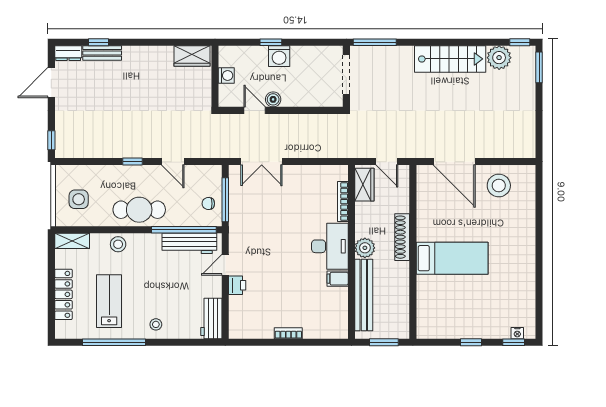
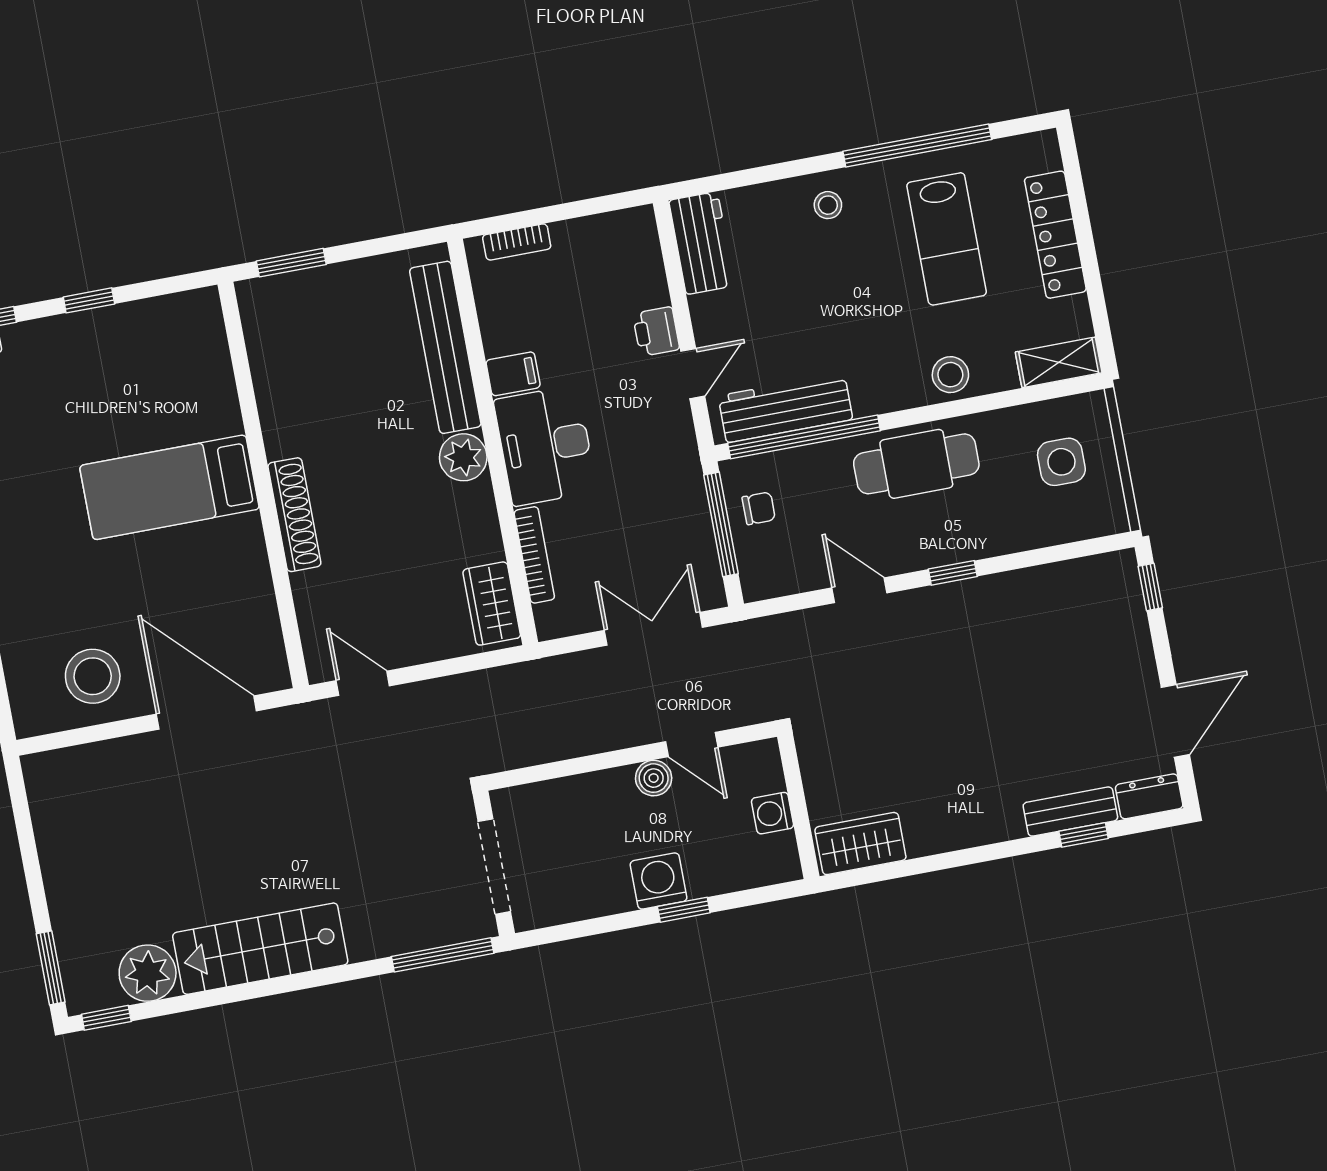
wardrobe: (364, 185) -> (492, 604), moved
bookcase: (343, 202) -> (534, 555), moved
desk: (330, 246) -> (545, 446), moved
plant: (365, 248) -> (463, 457), moved
wall: (351, 252) -> (493, 442), moved
filing cabinet: (338, 279) -> (513, 374), moved
bench: (364, 295) -> (445, 347), moved

